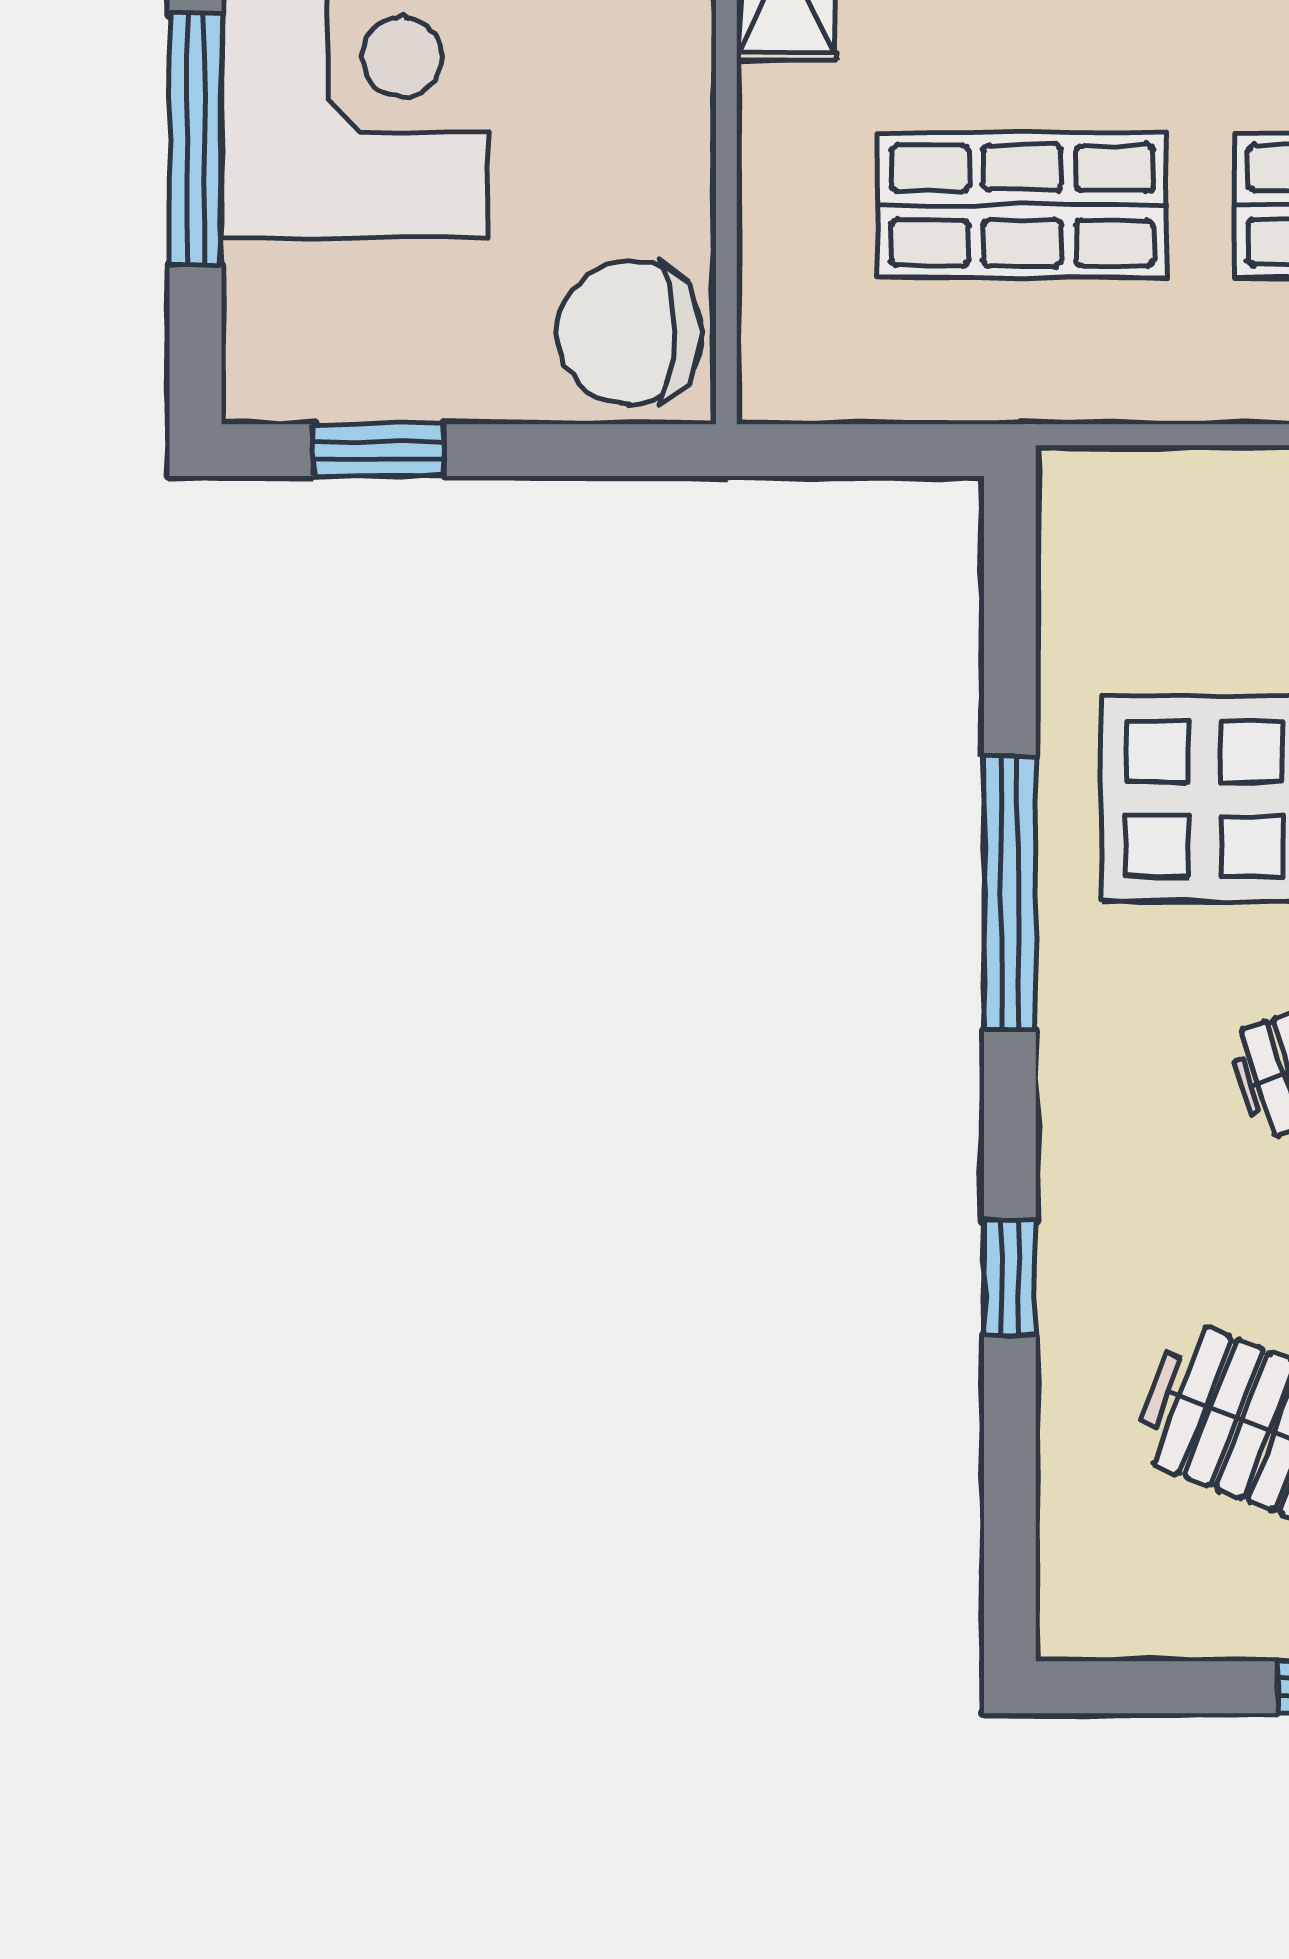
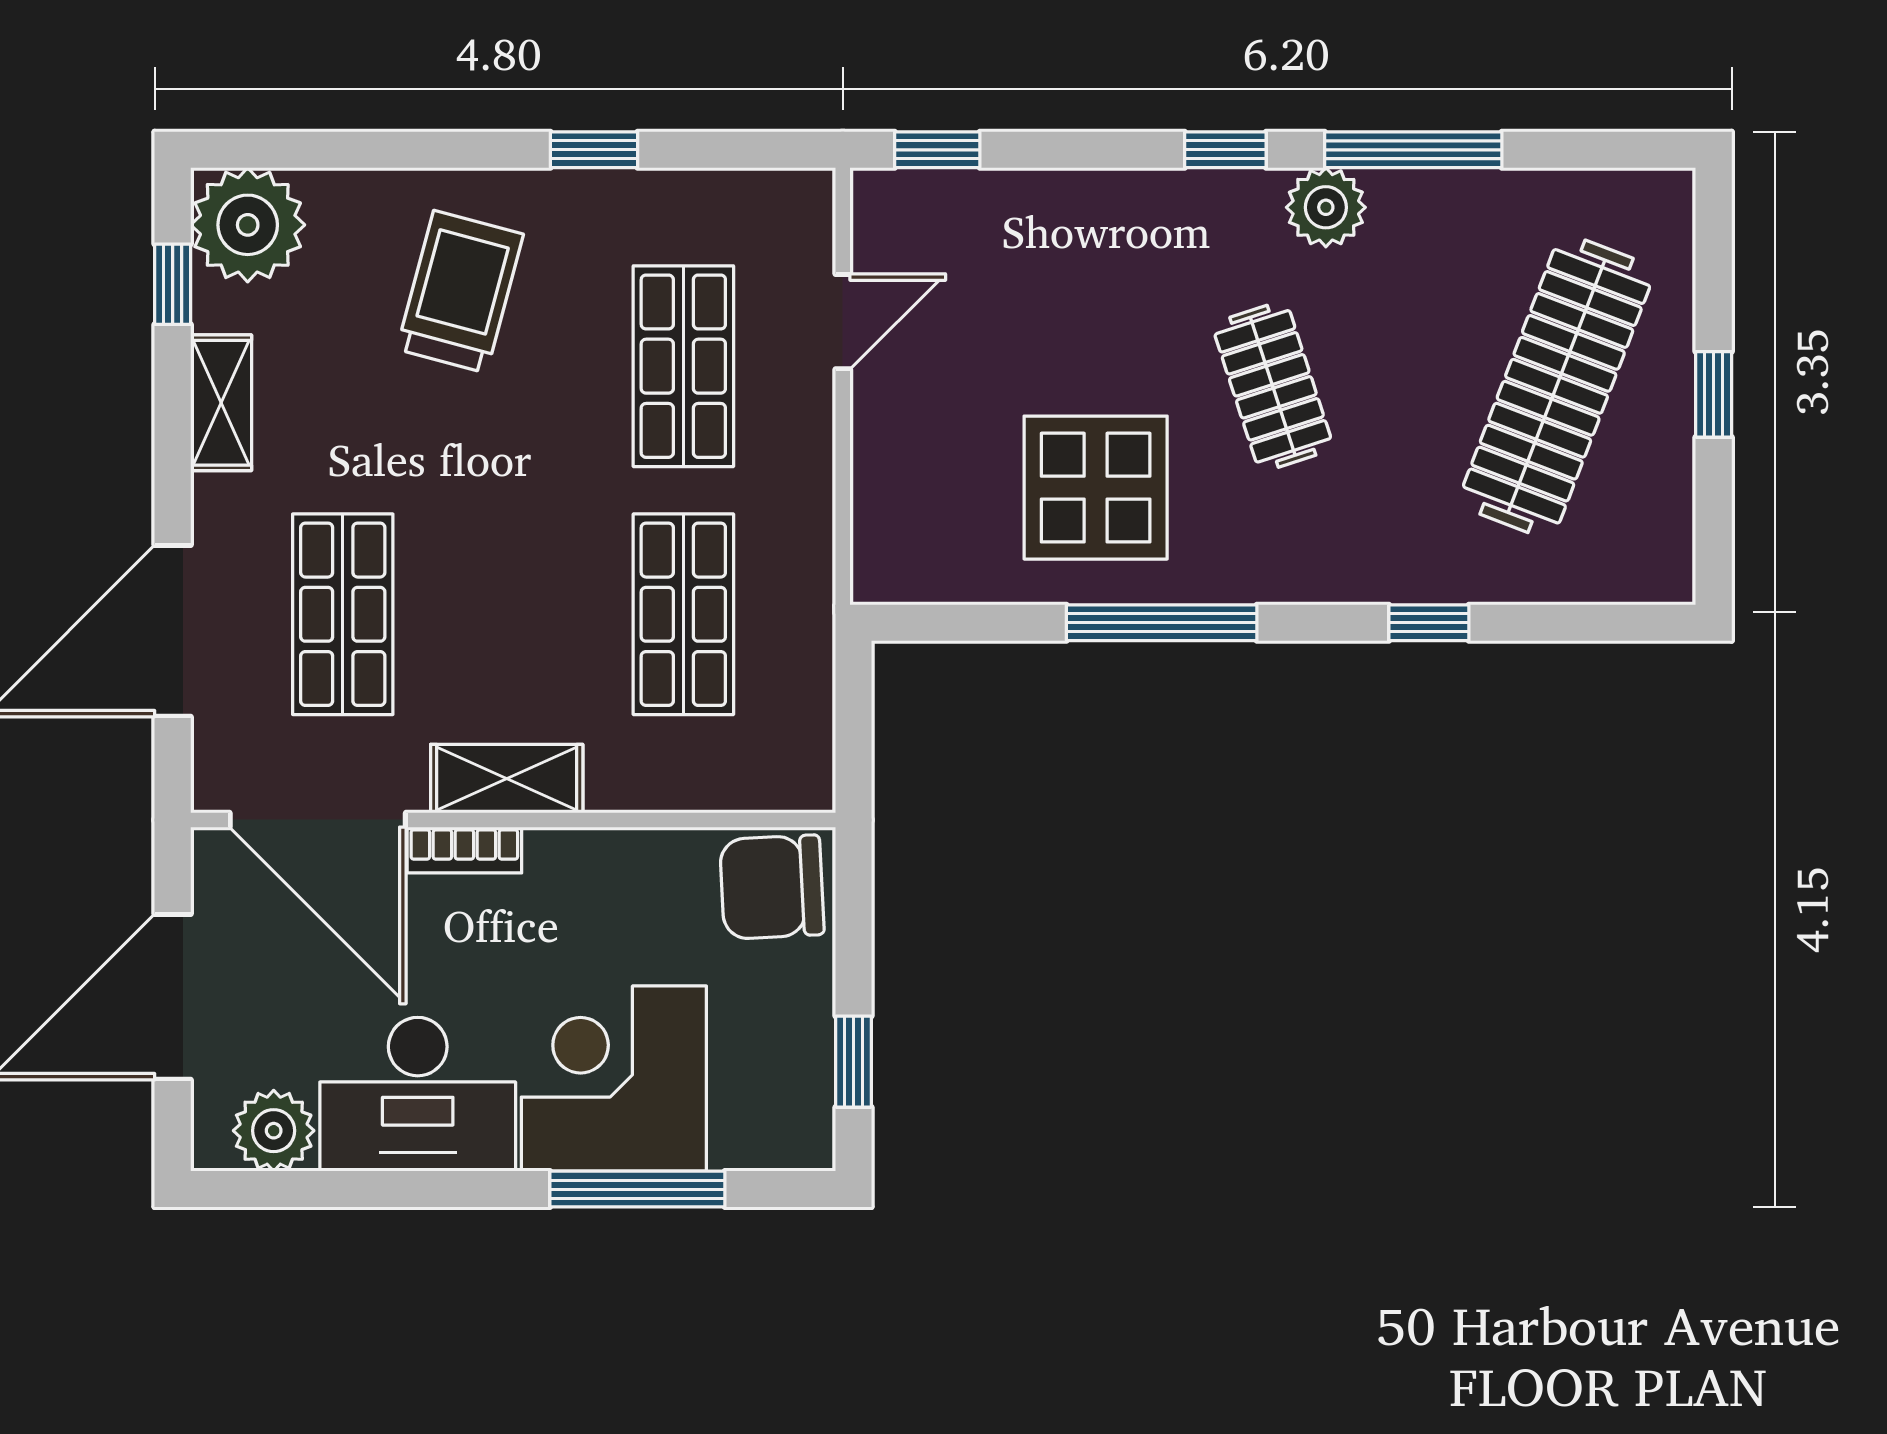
chair: (630, 333) -> (772, 887), turned 87

